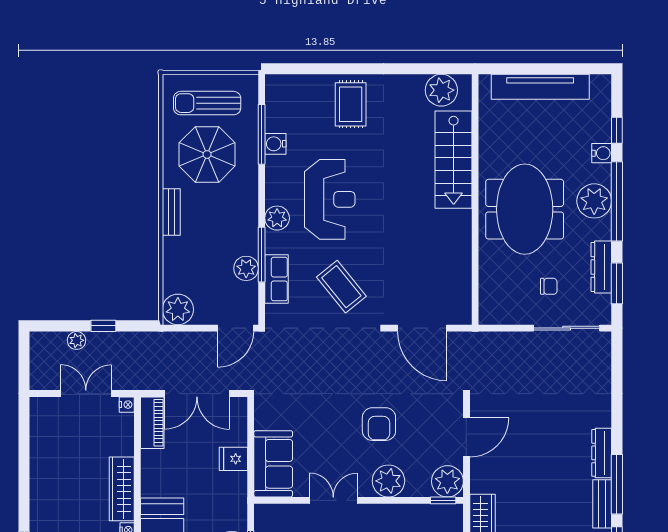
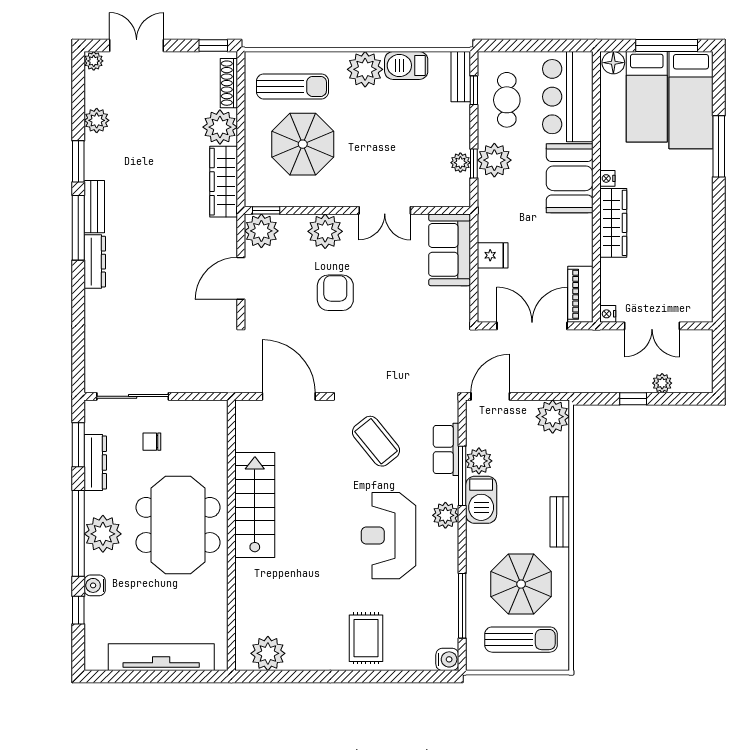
water cooler: (275, 144) -> (447, 659), moved
stairs: (454, 160) -> (255, 505), moved
barbecue: (244, 232) -> (481, 500), added

